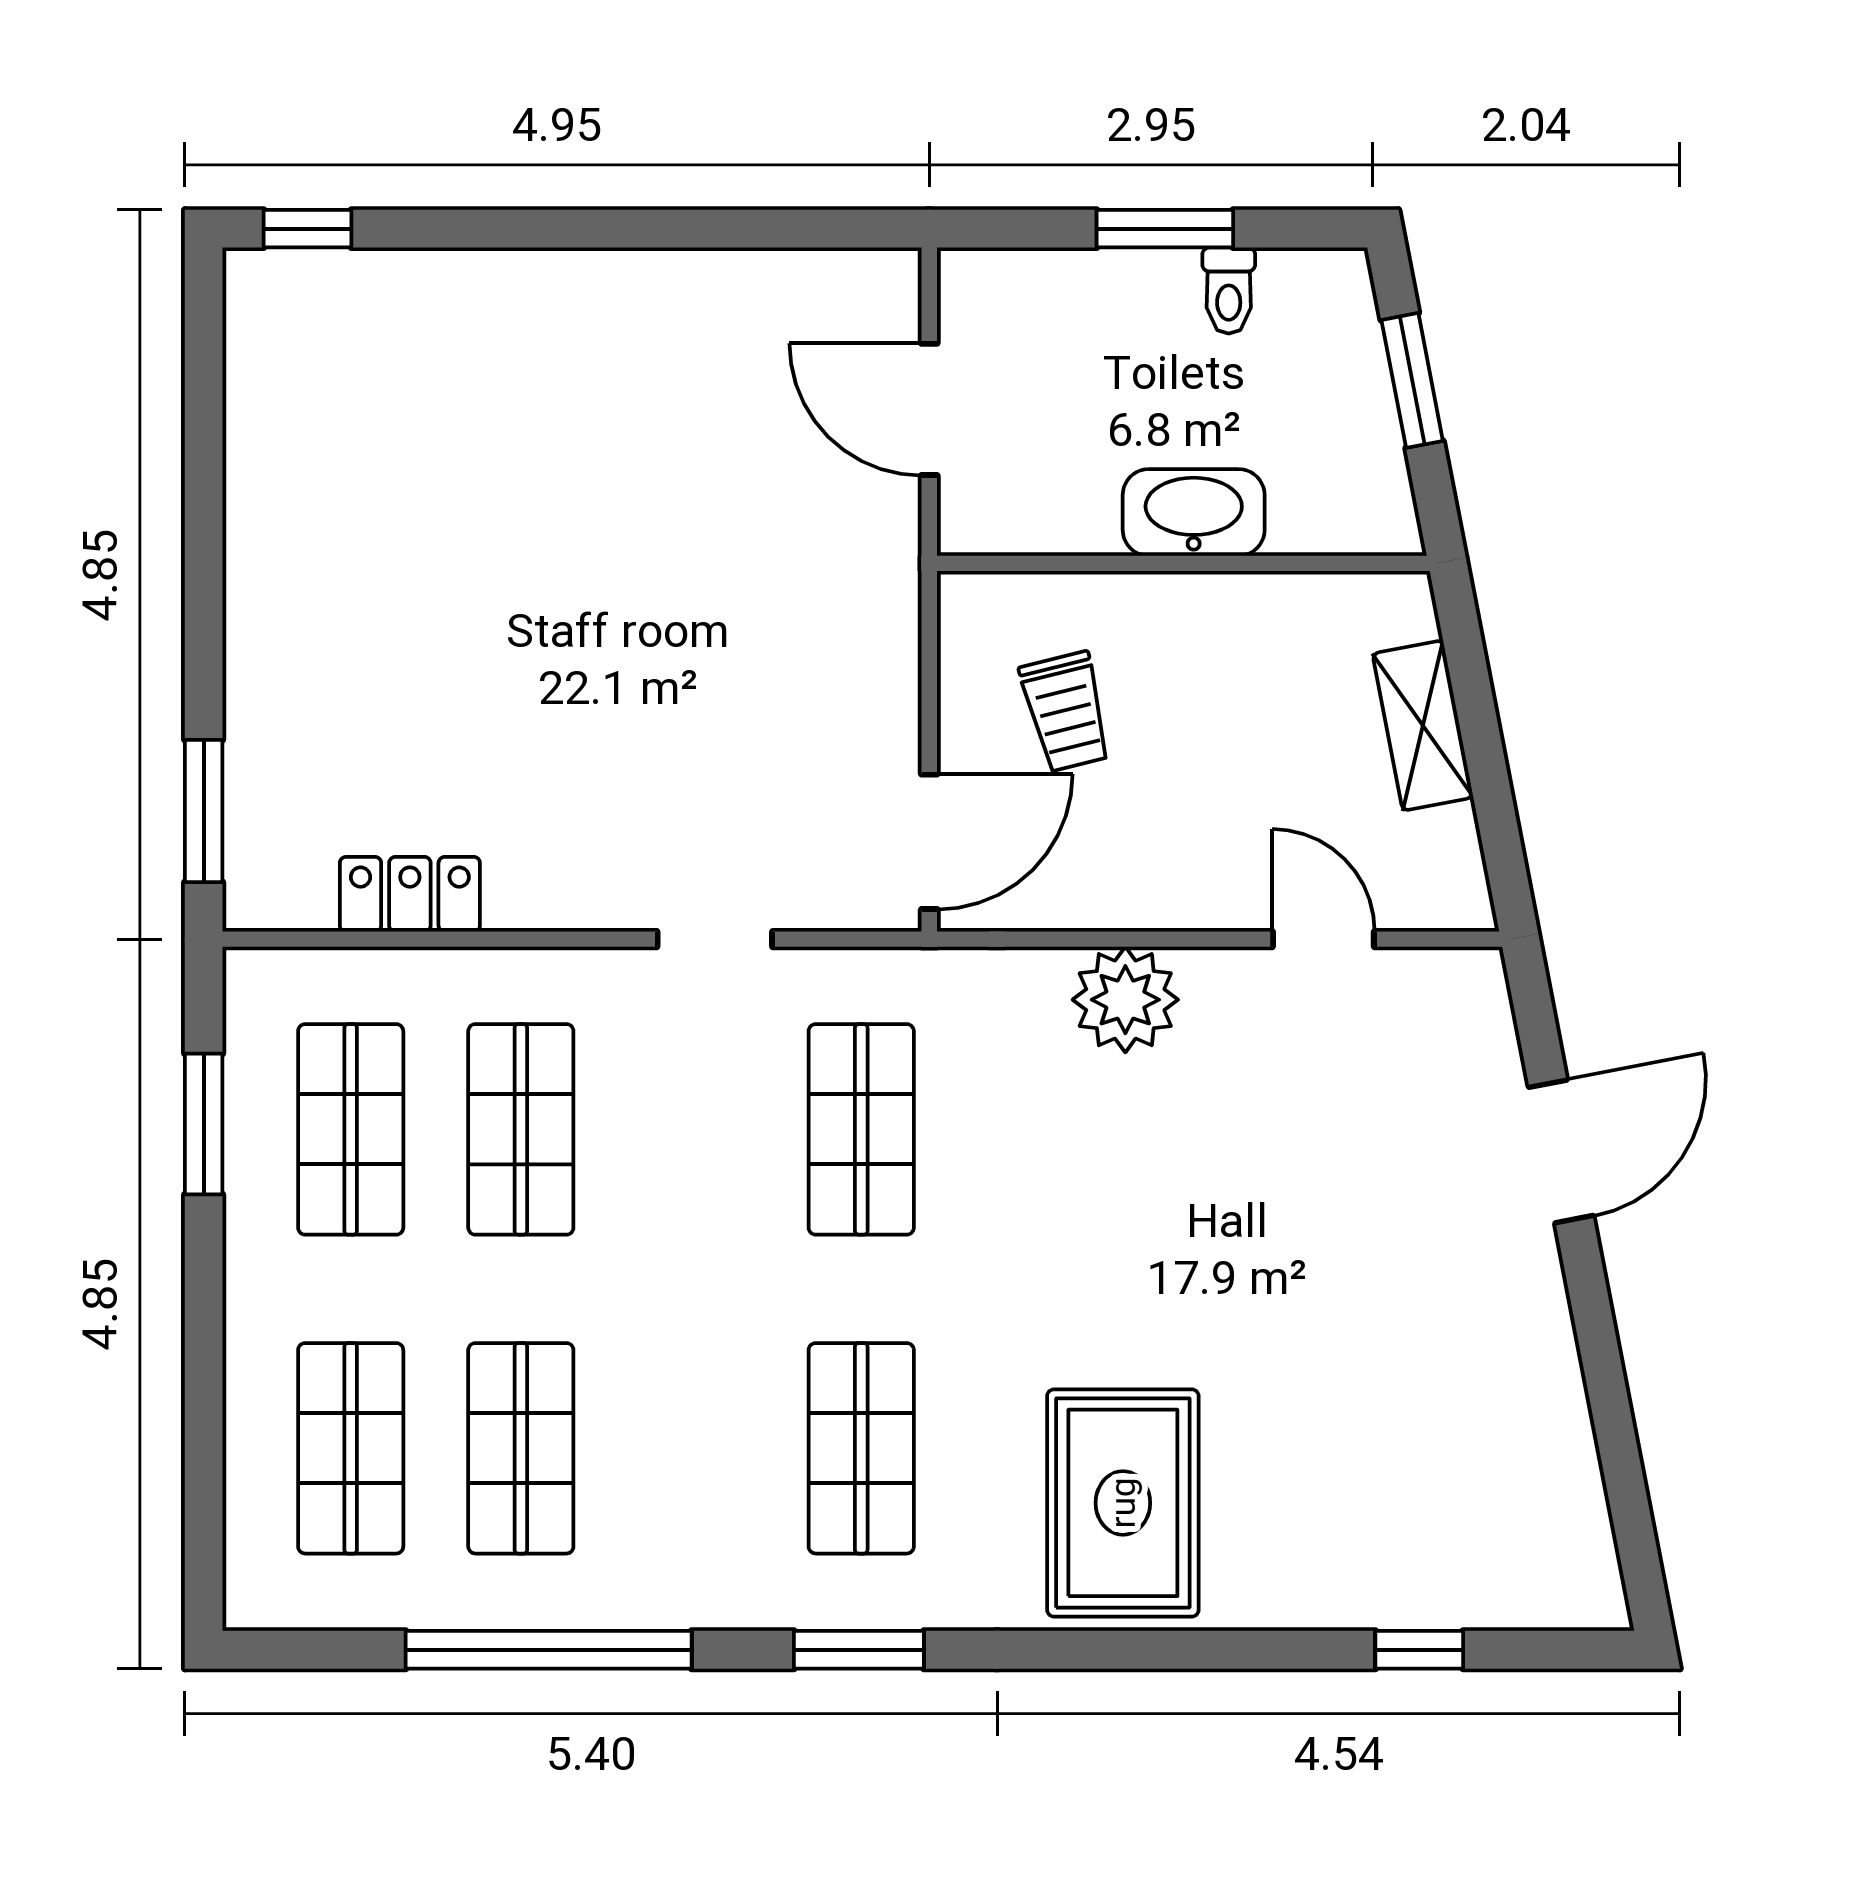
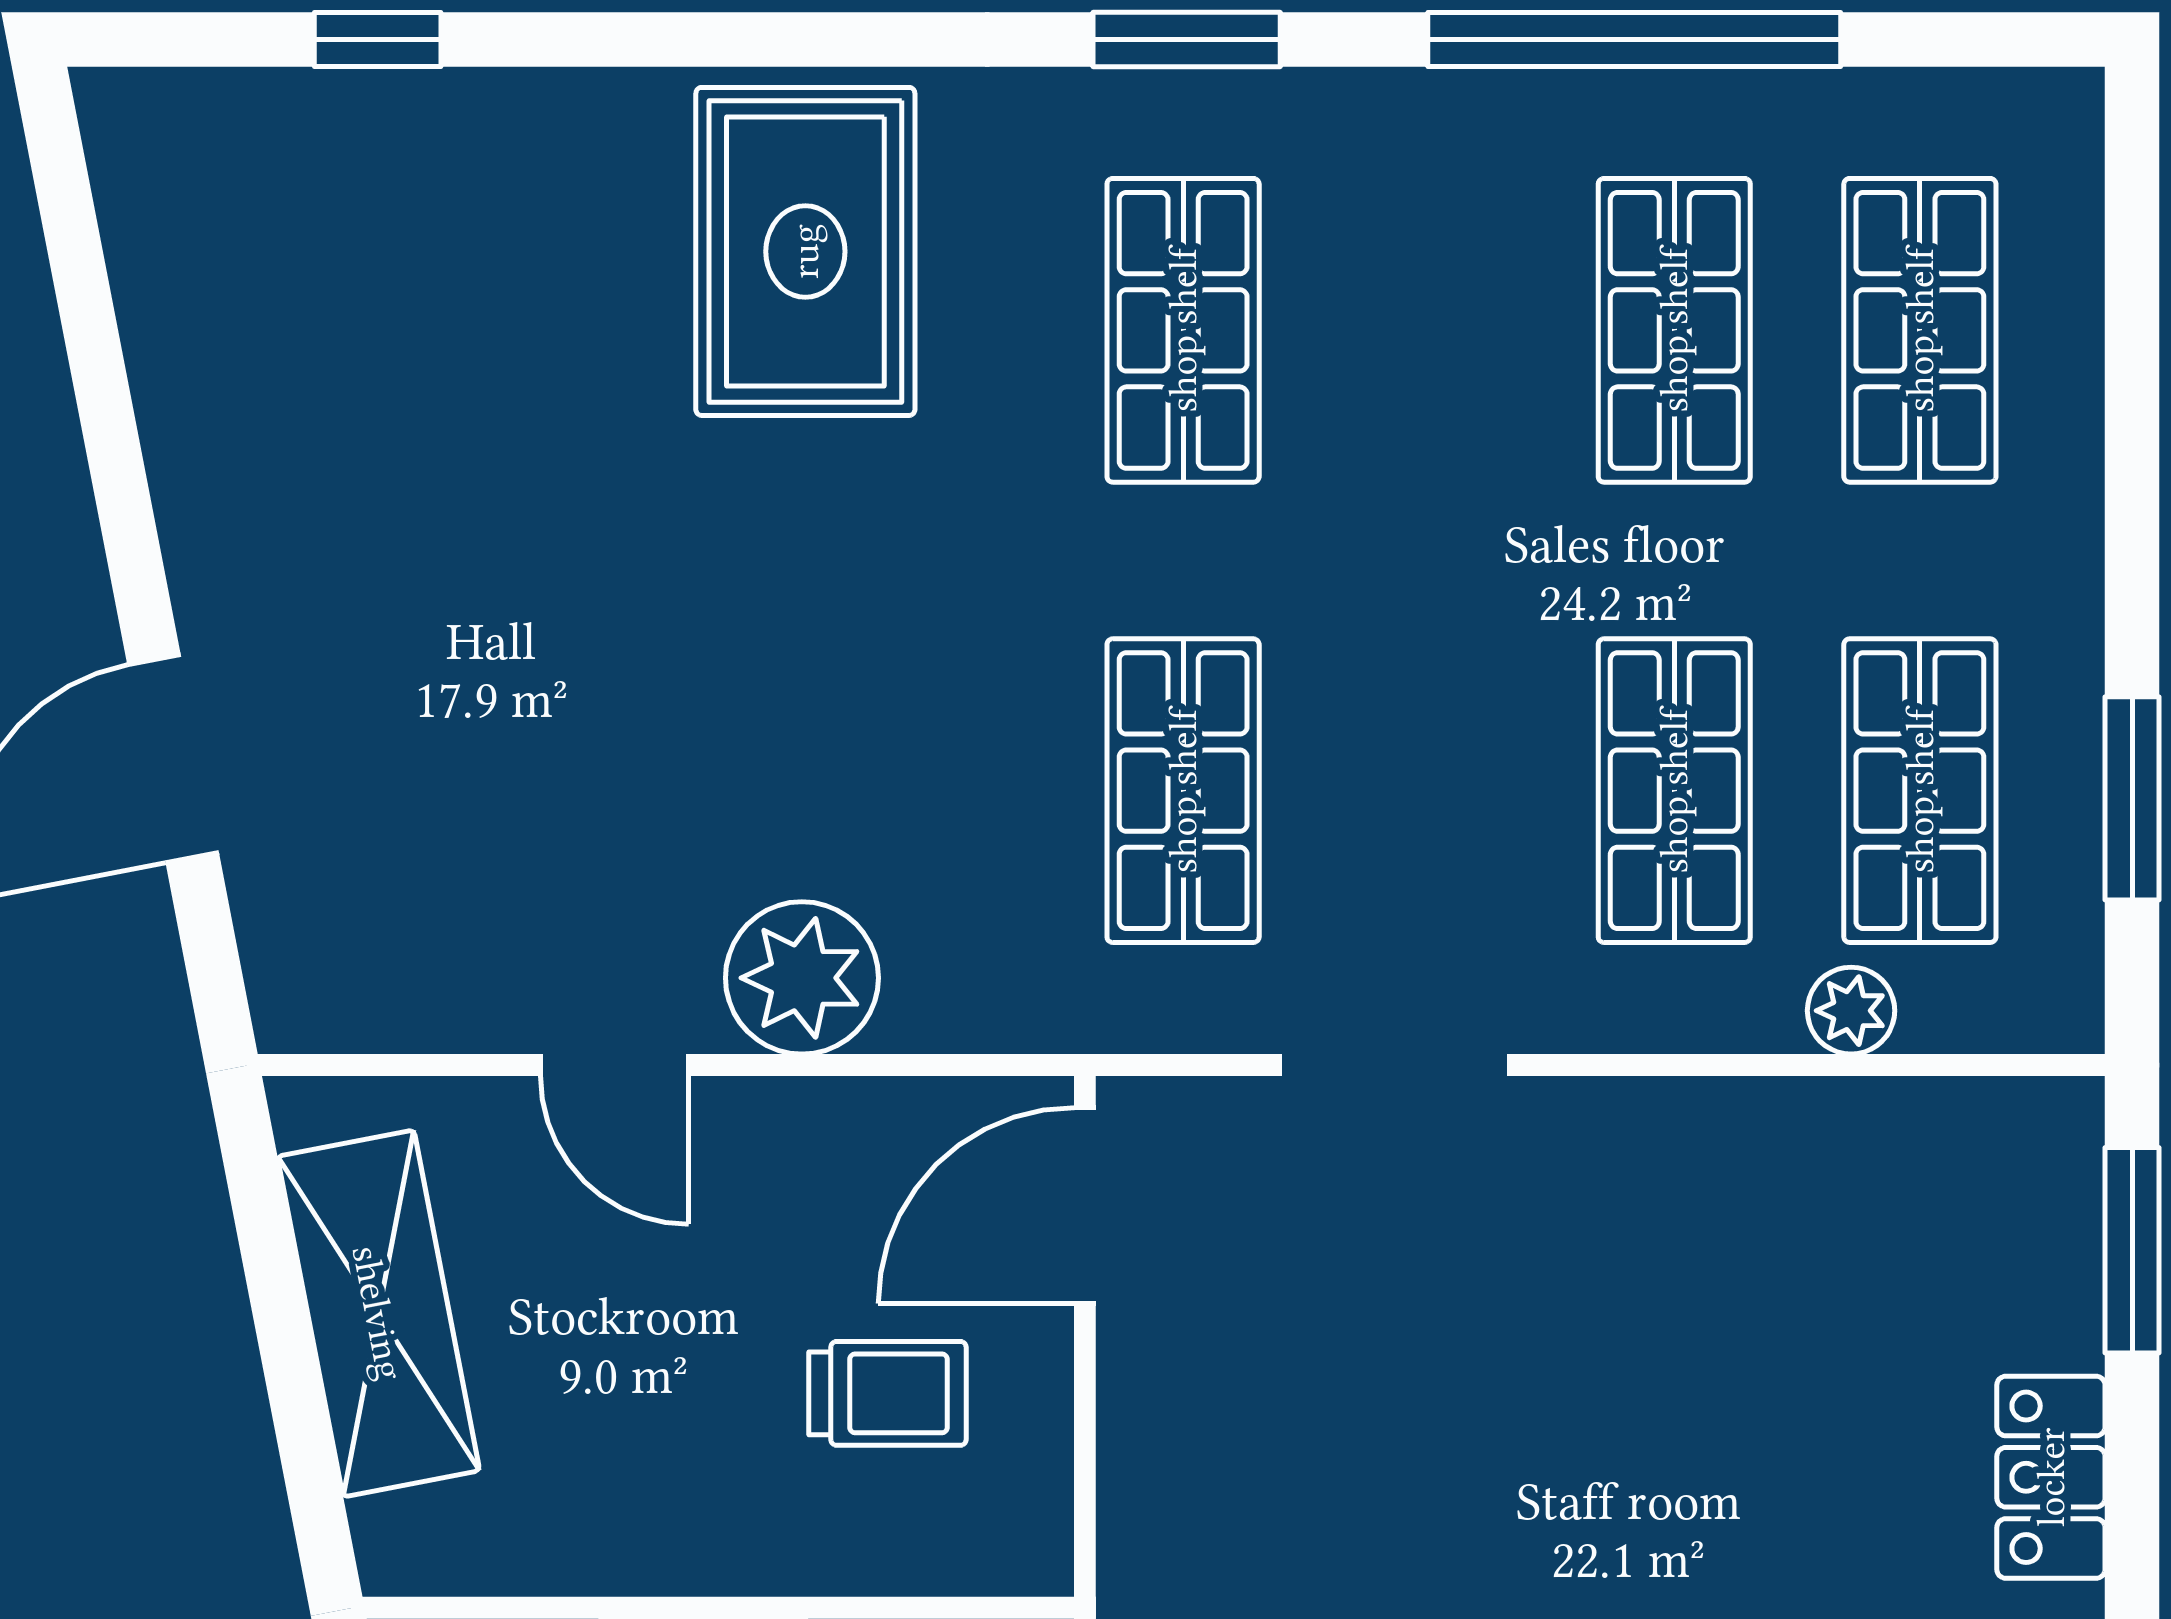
trolley: (1066, 712) -> (887, 1393), turned 104
shelving: (1423, 726) -> (378, 1313), width x1.50, depth x1.33
locker: (410, 894) -> (2051, 1477), moved, turned 90
doorway: (715, 939) -> (1394, 1065), width x1.38
door: (1323, 939) -> (614, 1065), moved
plant: (398, 977) -> (1851, 1011), added

